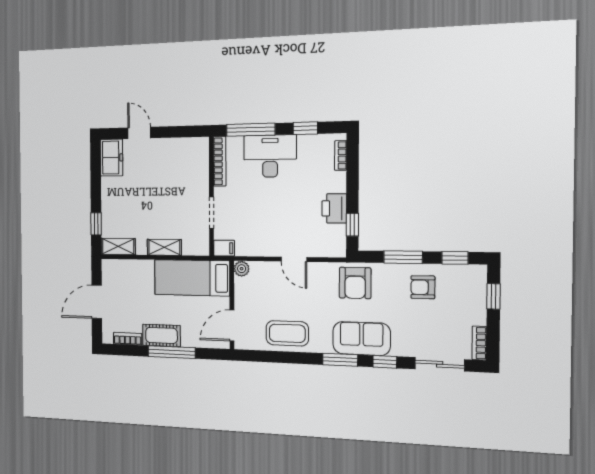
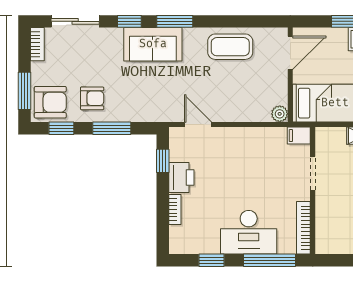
bookcase: (341, 155) -> (175, 209), moved
door: (294, 259) -> (198, 125), moved
armchair: (355, 283) -> (50, 102), moved, turned 90
window: (493, 296) -> (25, 91), width x1.50

